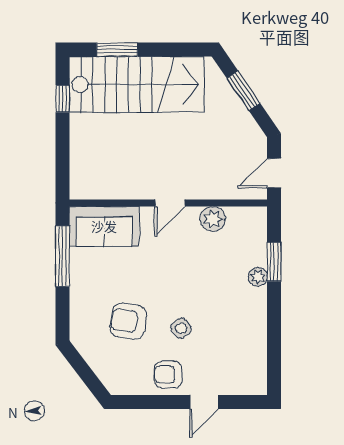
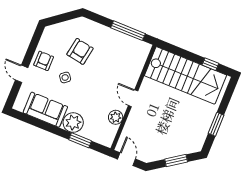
window: (117, 49) -> (216, 124), moved
stairs: (137, 84) -> (185, 75), moved, turned -90
sofa: (104, 226) -> (45, 110), moved, turned 90
plant: (258, 277) -> (73, 123), width x1.87, depth x1.87

